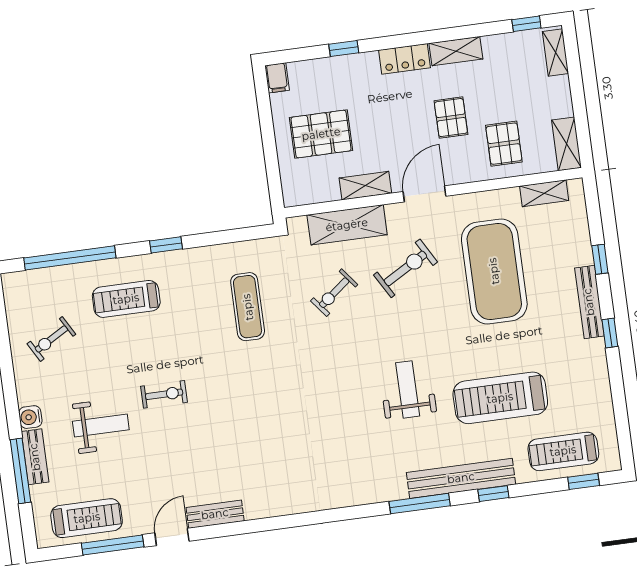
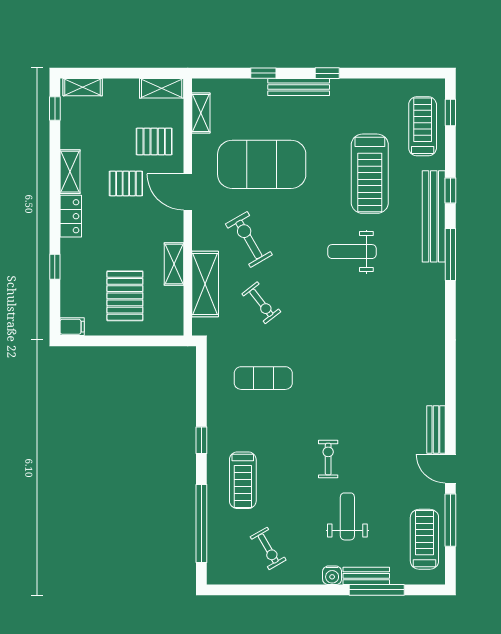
door: (425, 194) -> (188, 192), moved
treadmill: (563, 451) -> (423, 126), turned 180

